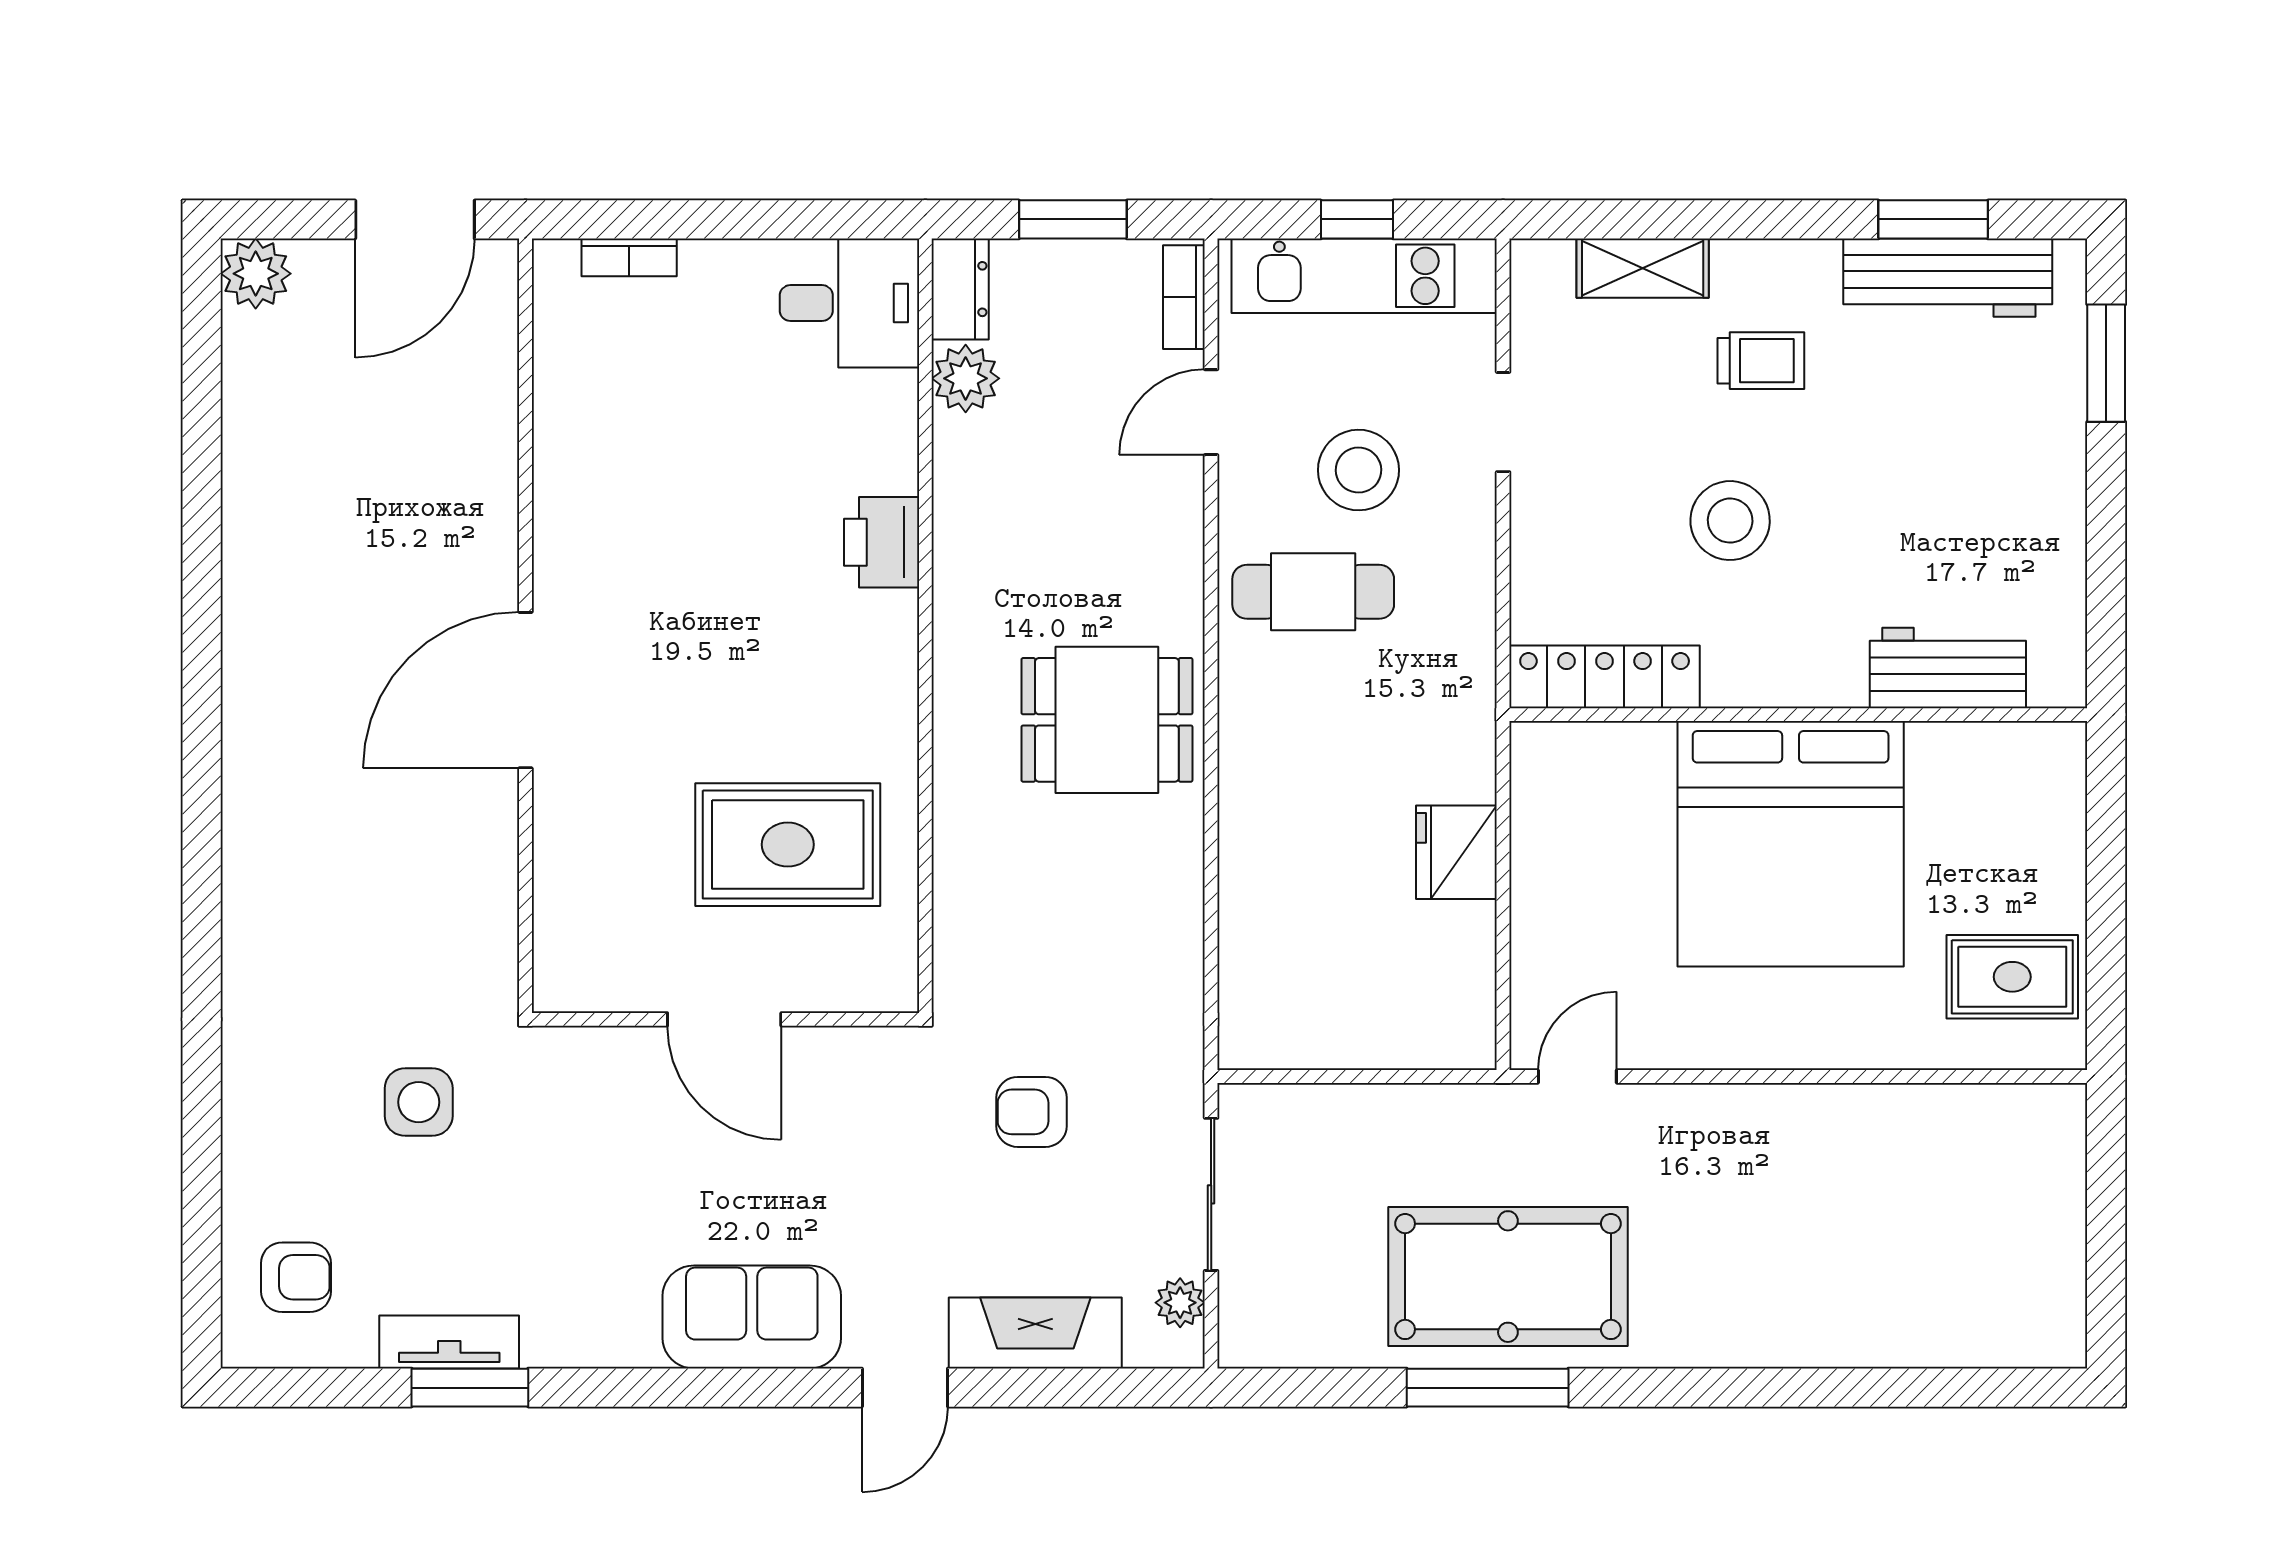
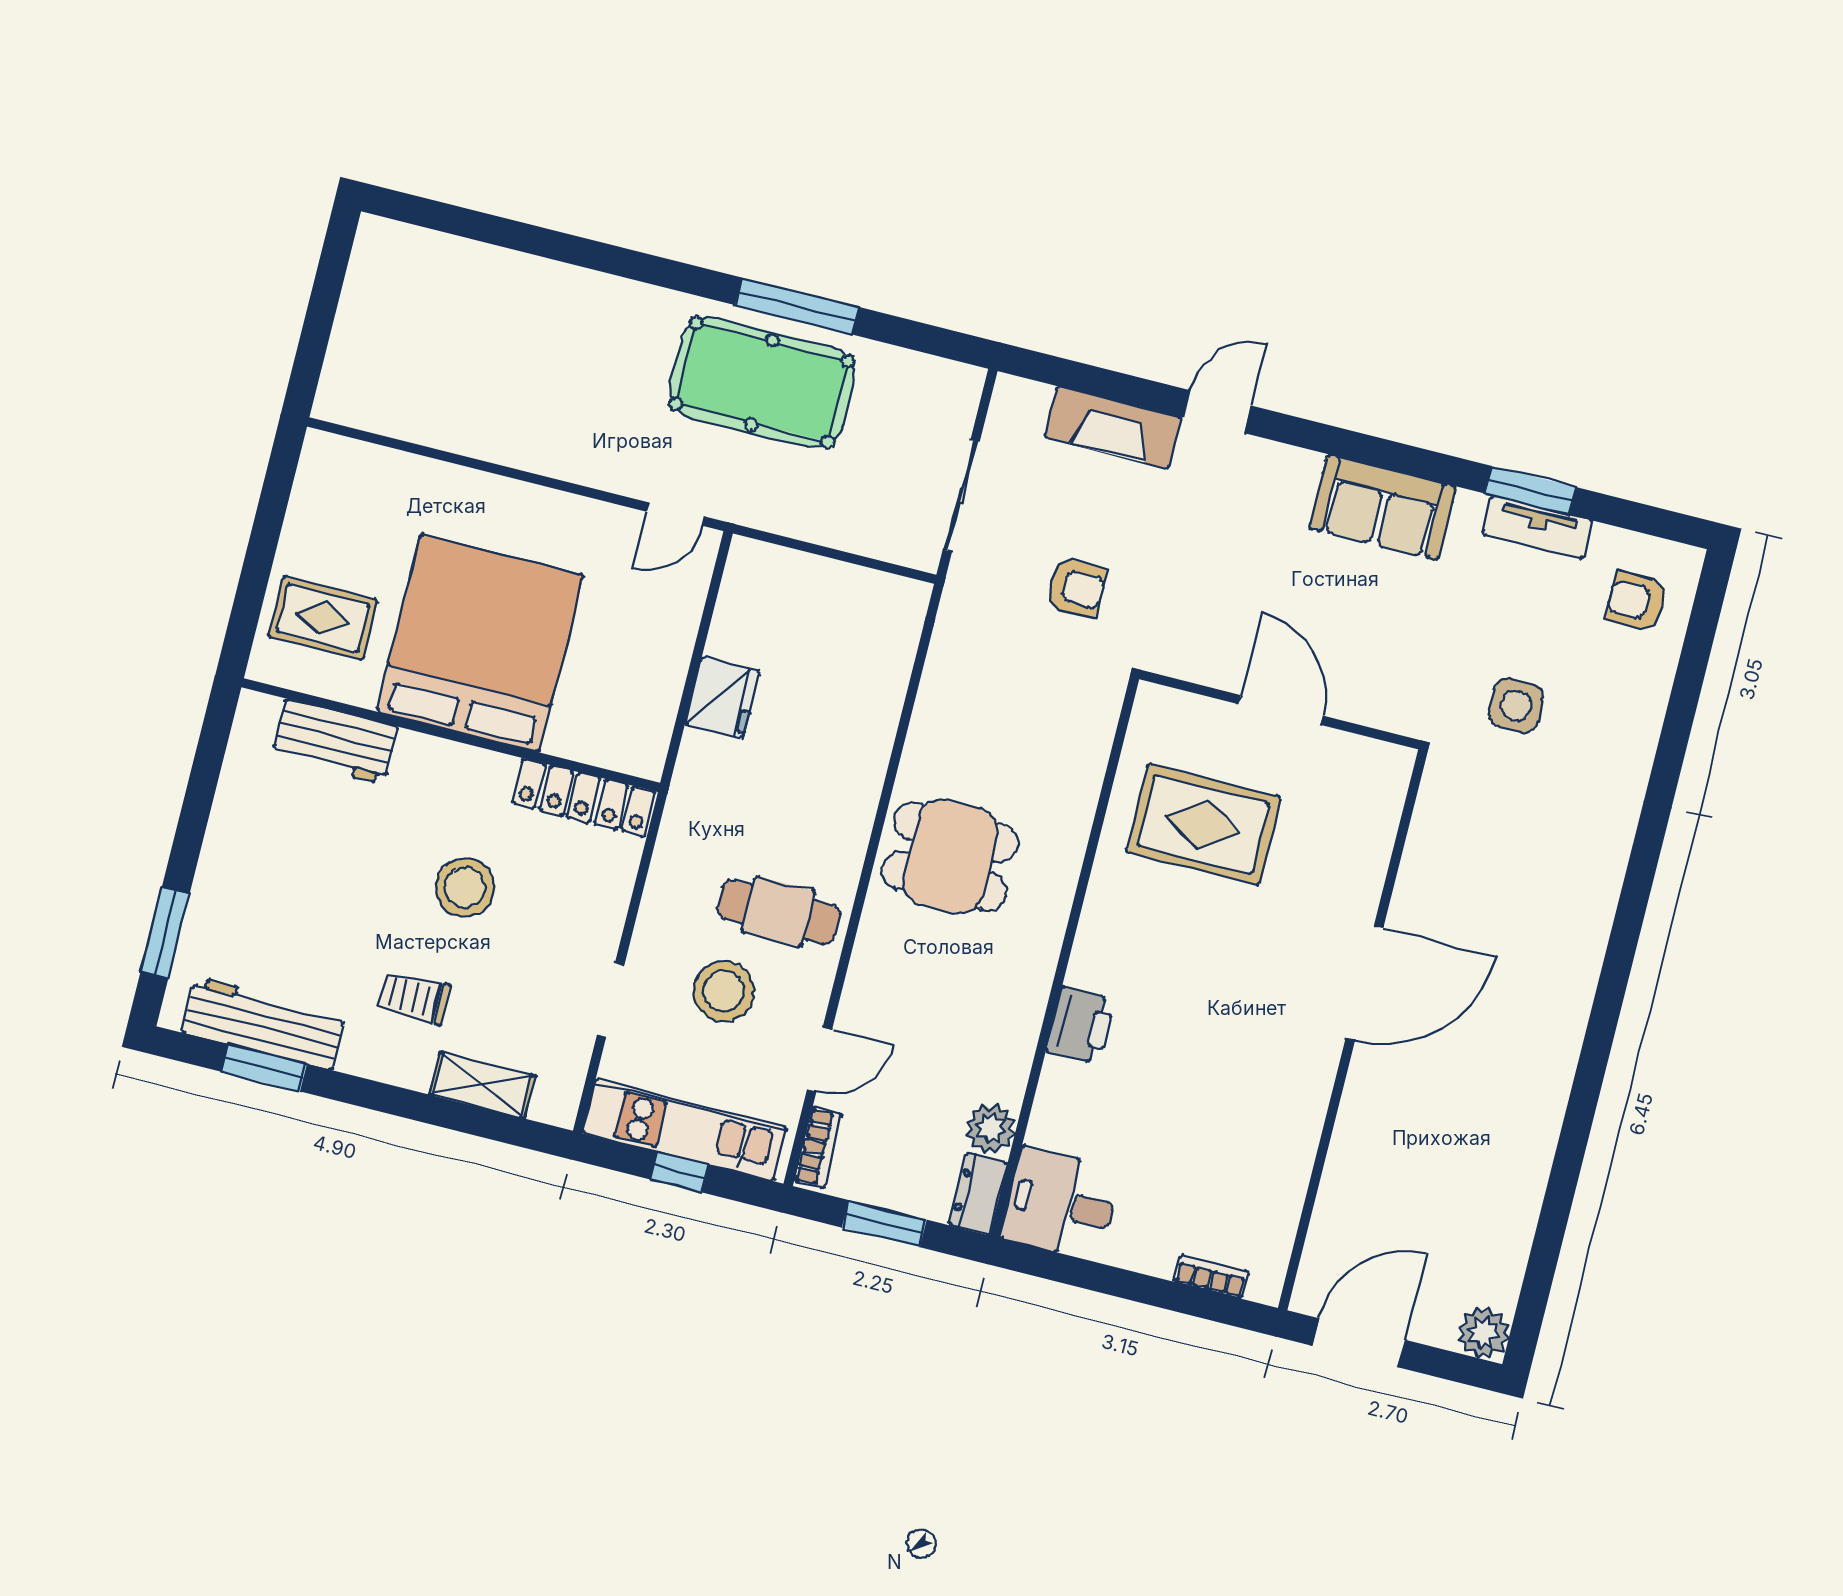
rug: (2012, 977) -> (323, 618), moved
plant: (1180, 1303) -> (1003, 423), removed
sofa: (752, 1317) -> (1383, 507), moved

